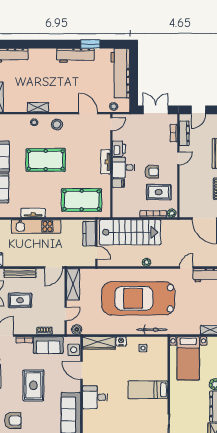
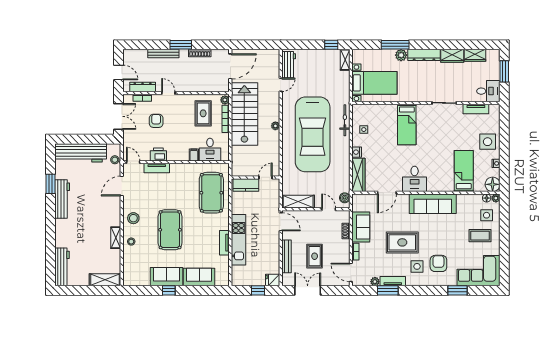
double door: (156, 110) -> (119, 116), swing flipped
tv unit: (106, 162) -> (157, 168), moved
desk: (123, 168) -> (210, 150), moved
armchair: (152, 172) -> (156, 121), moved
stairs: (130, 232) -> (244, 114), moved
door: (186, 267) -> (281, 85), swing flipped
side table: (74, 350) -> (417, 266), moved

